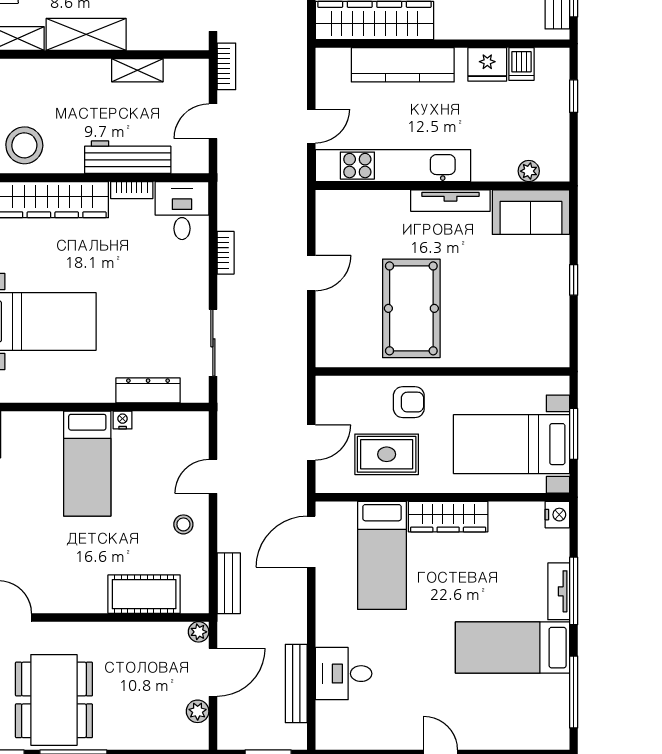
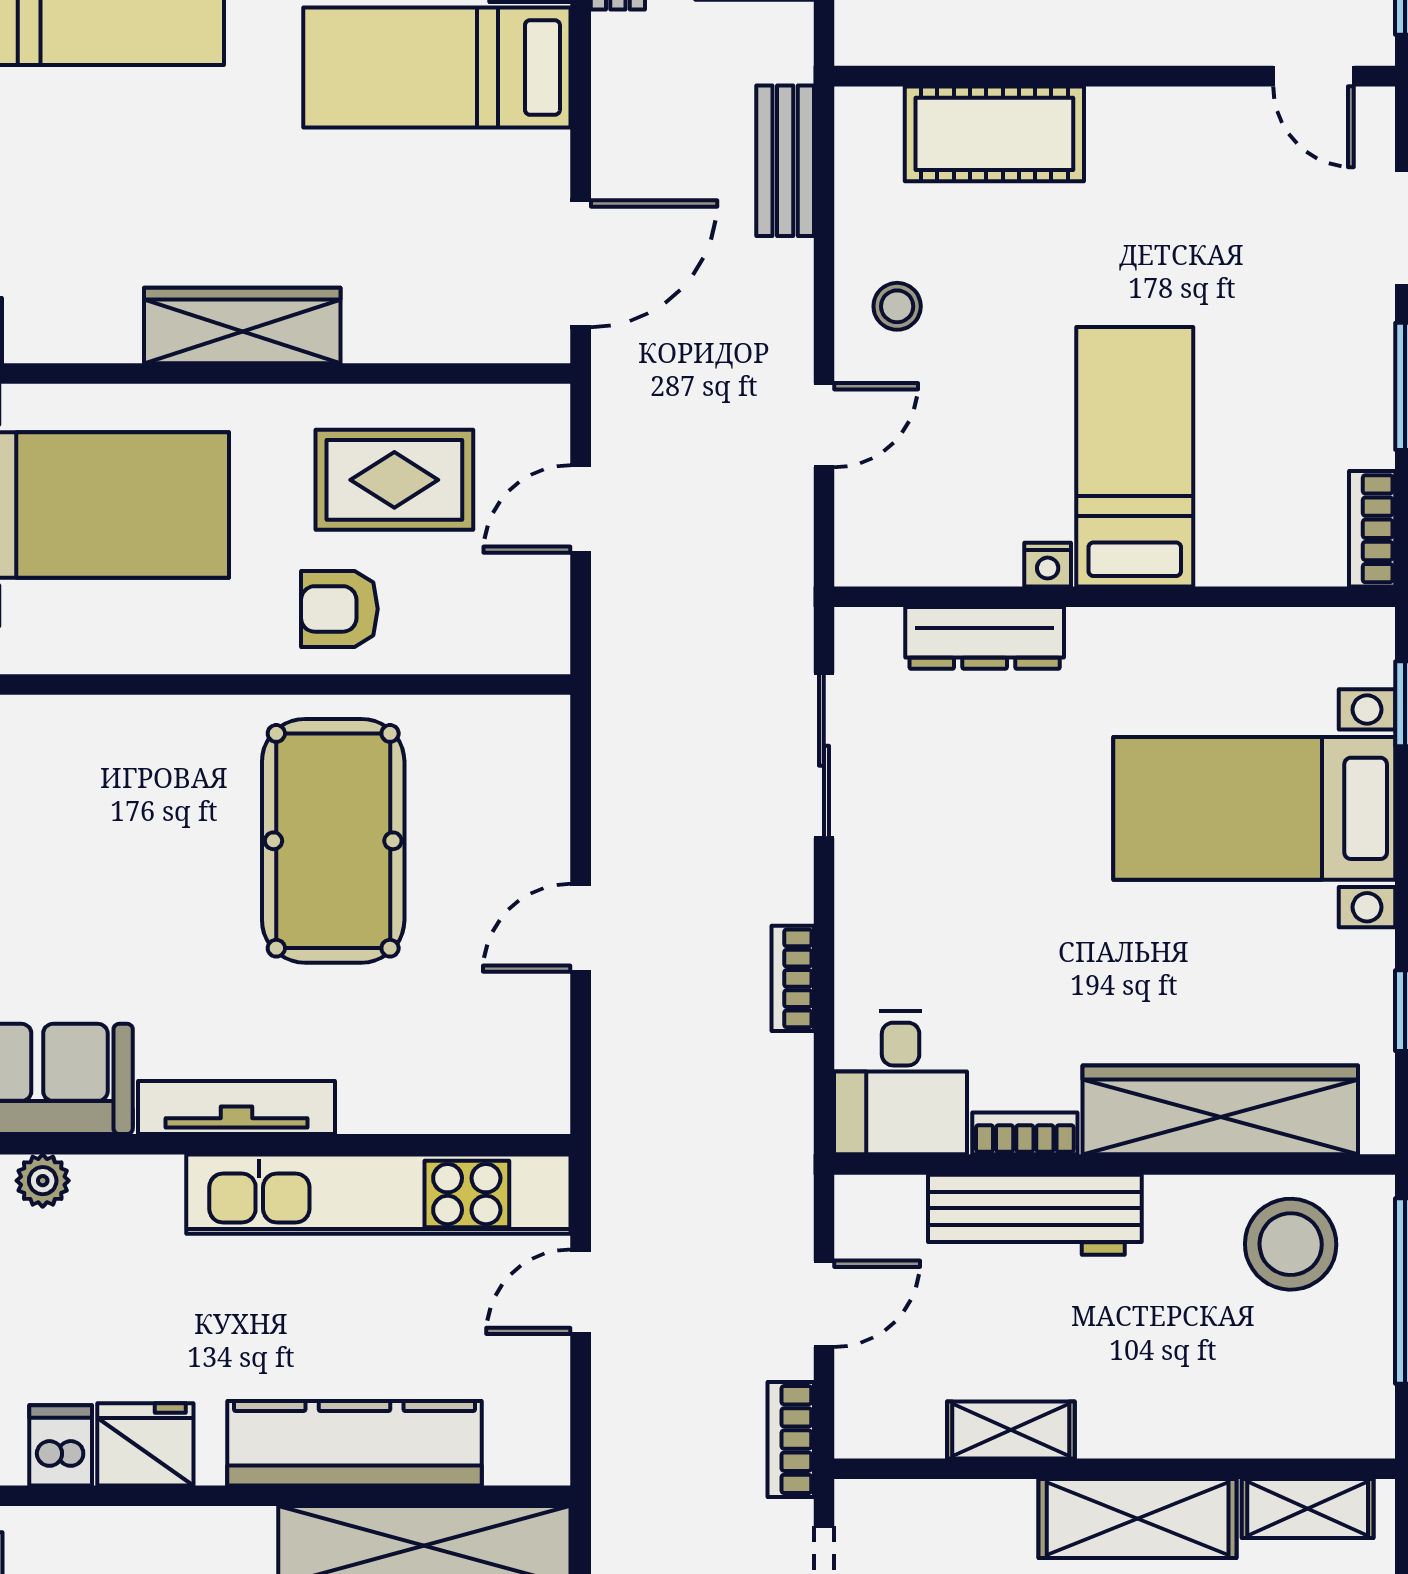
bed: (382, 555) -> (437, 68), moved, turned -90
plant: (199, 632) -> (860, 41), removed

